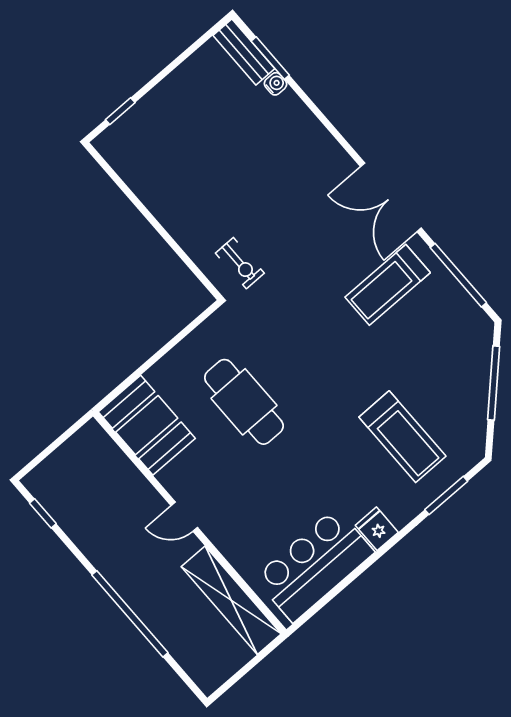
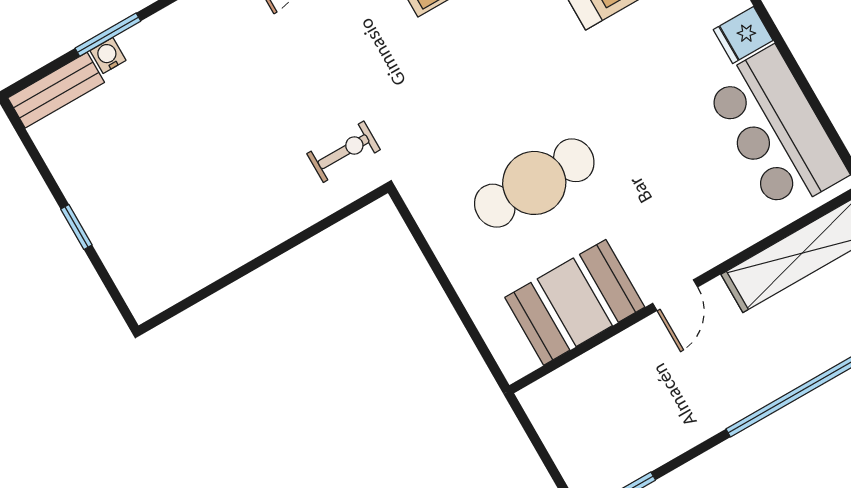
window: (270, 58) -> (108, 35), moved
window: (120, 111) -> (76, 227), moved
booth: (147, 425) -> (575, 302), moved

